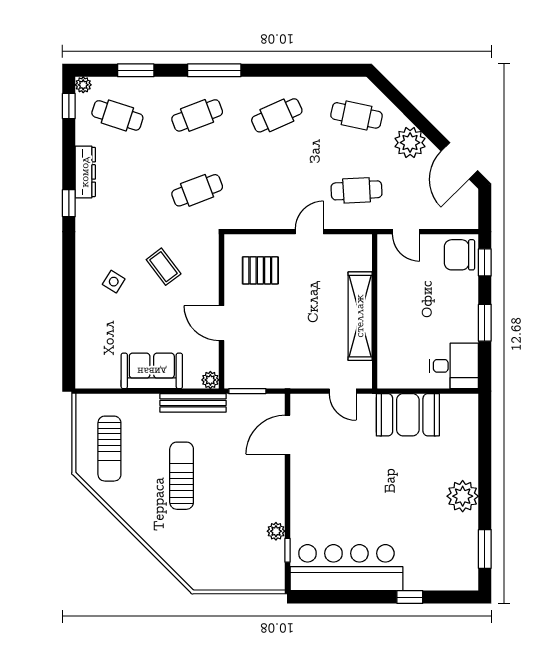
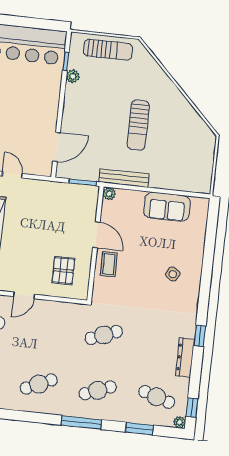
coffee table: (164, 267) -> (109, 264), moved, turned 37
pallet: (260, 270) -> (63, 271), turned 90
sofa: (152, 371) -> (167, 207), moved
sun lounger: (109, 449) -> (108, 50), moved, turned 90

